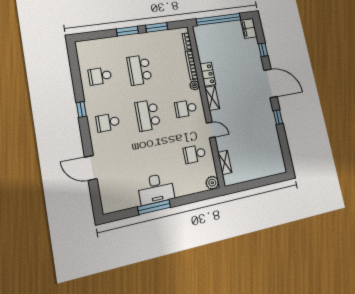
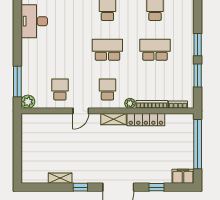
locker: (208, 74) -> (146, 120), width x1.53
shelving: (225, 162) -> (60, 178), moved
desk: (156, 189) -> (34, 21), moved
window: (154, 207) -> (17, 81), moved

